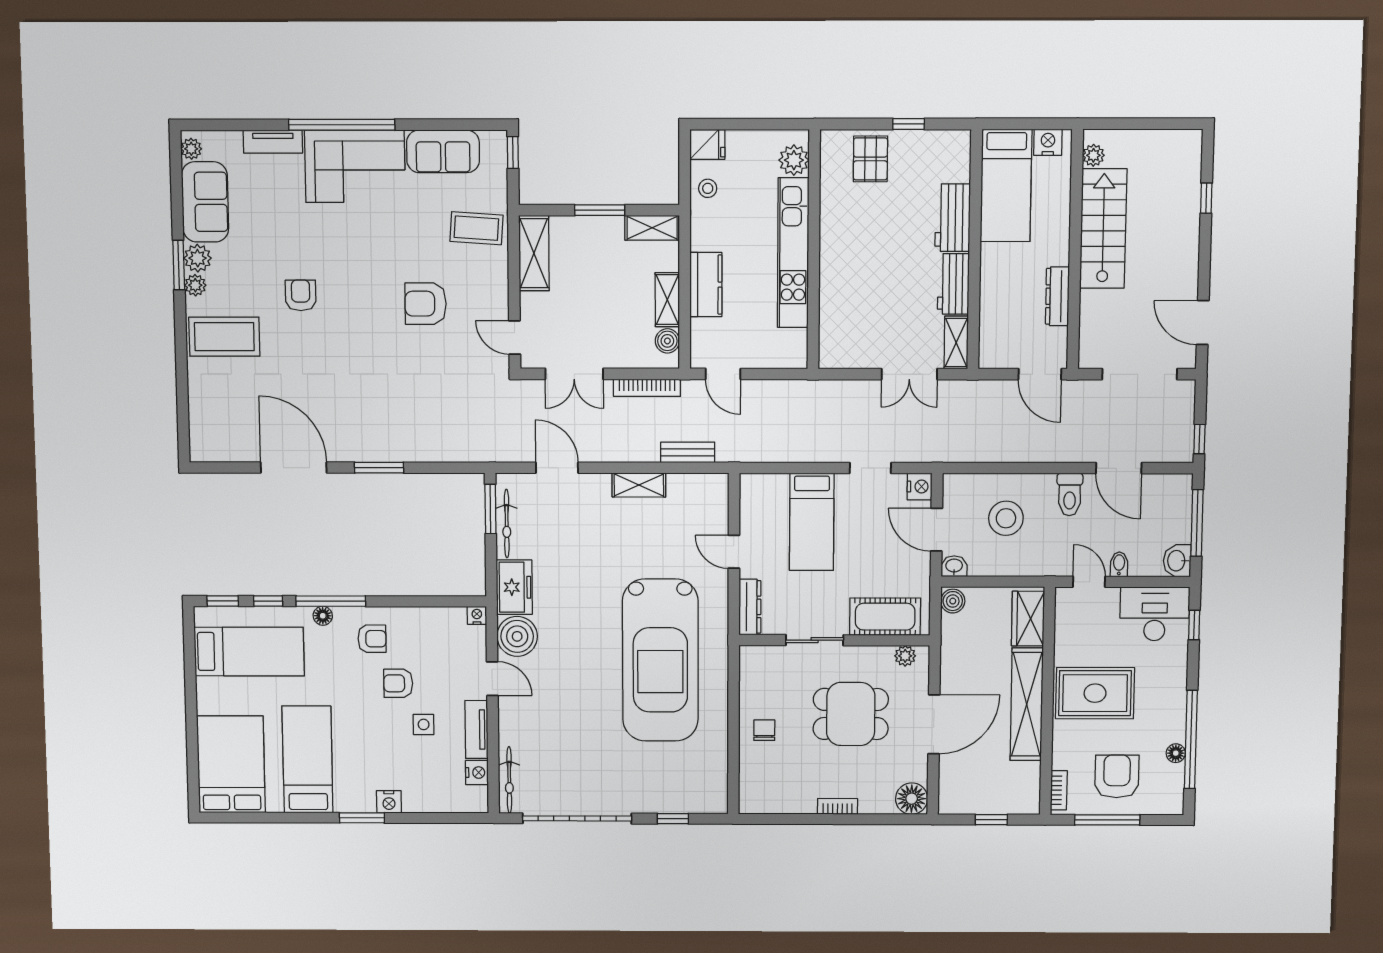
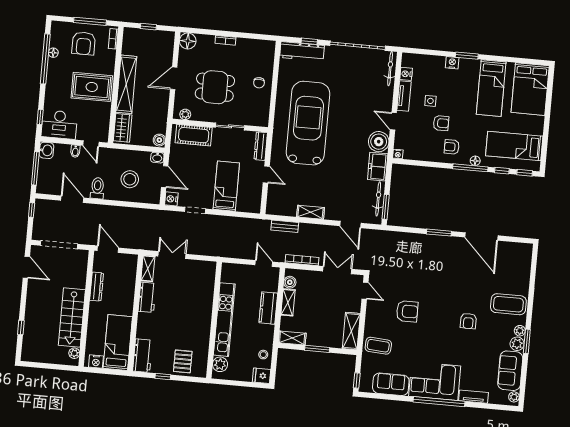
workbench: (953, 218) -> (143, 356), moved
door: (934, 724) -> (174, 78), width x0.73
workbench: (685, 798) -> (302, 51), added

